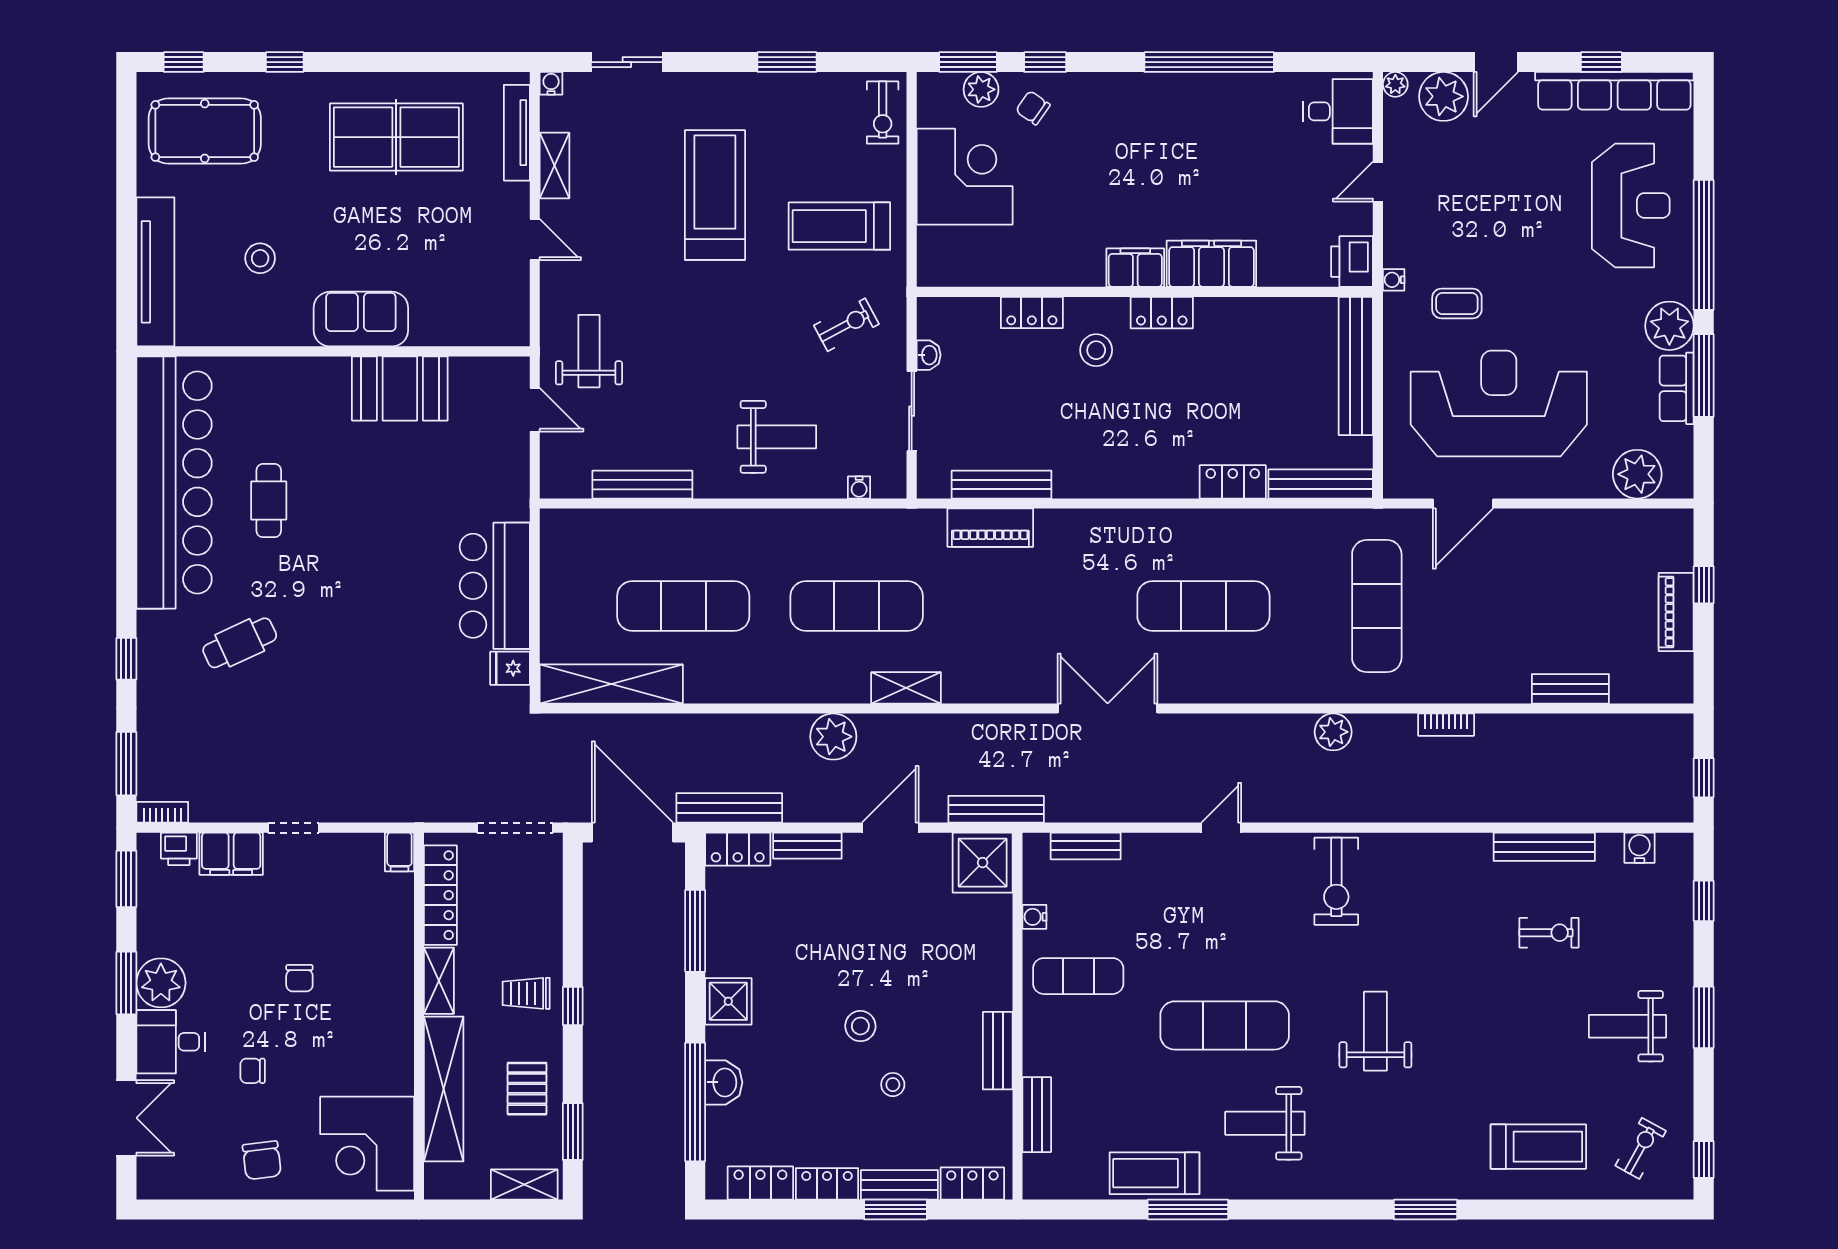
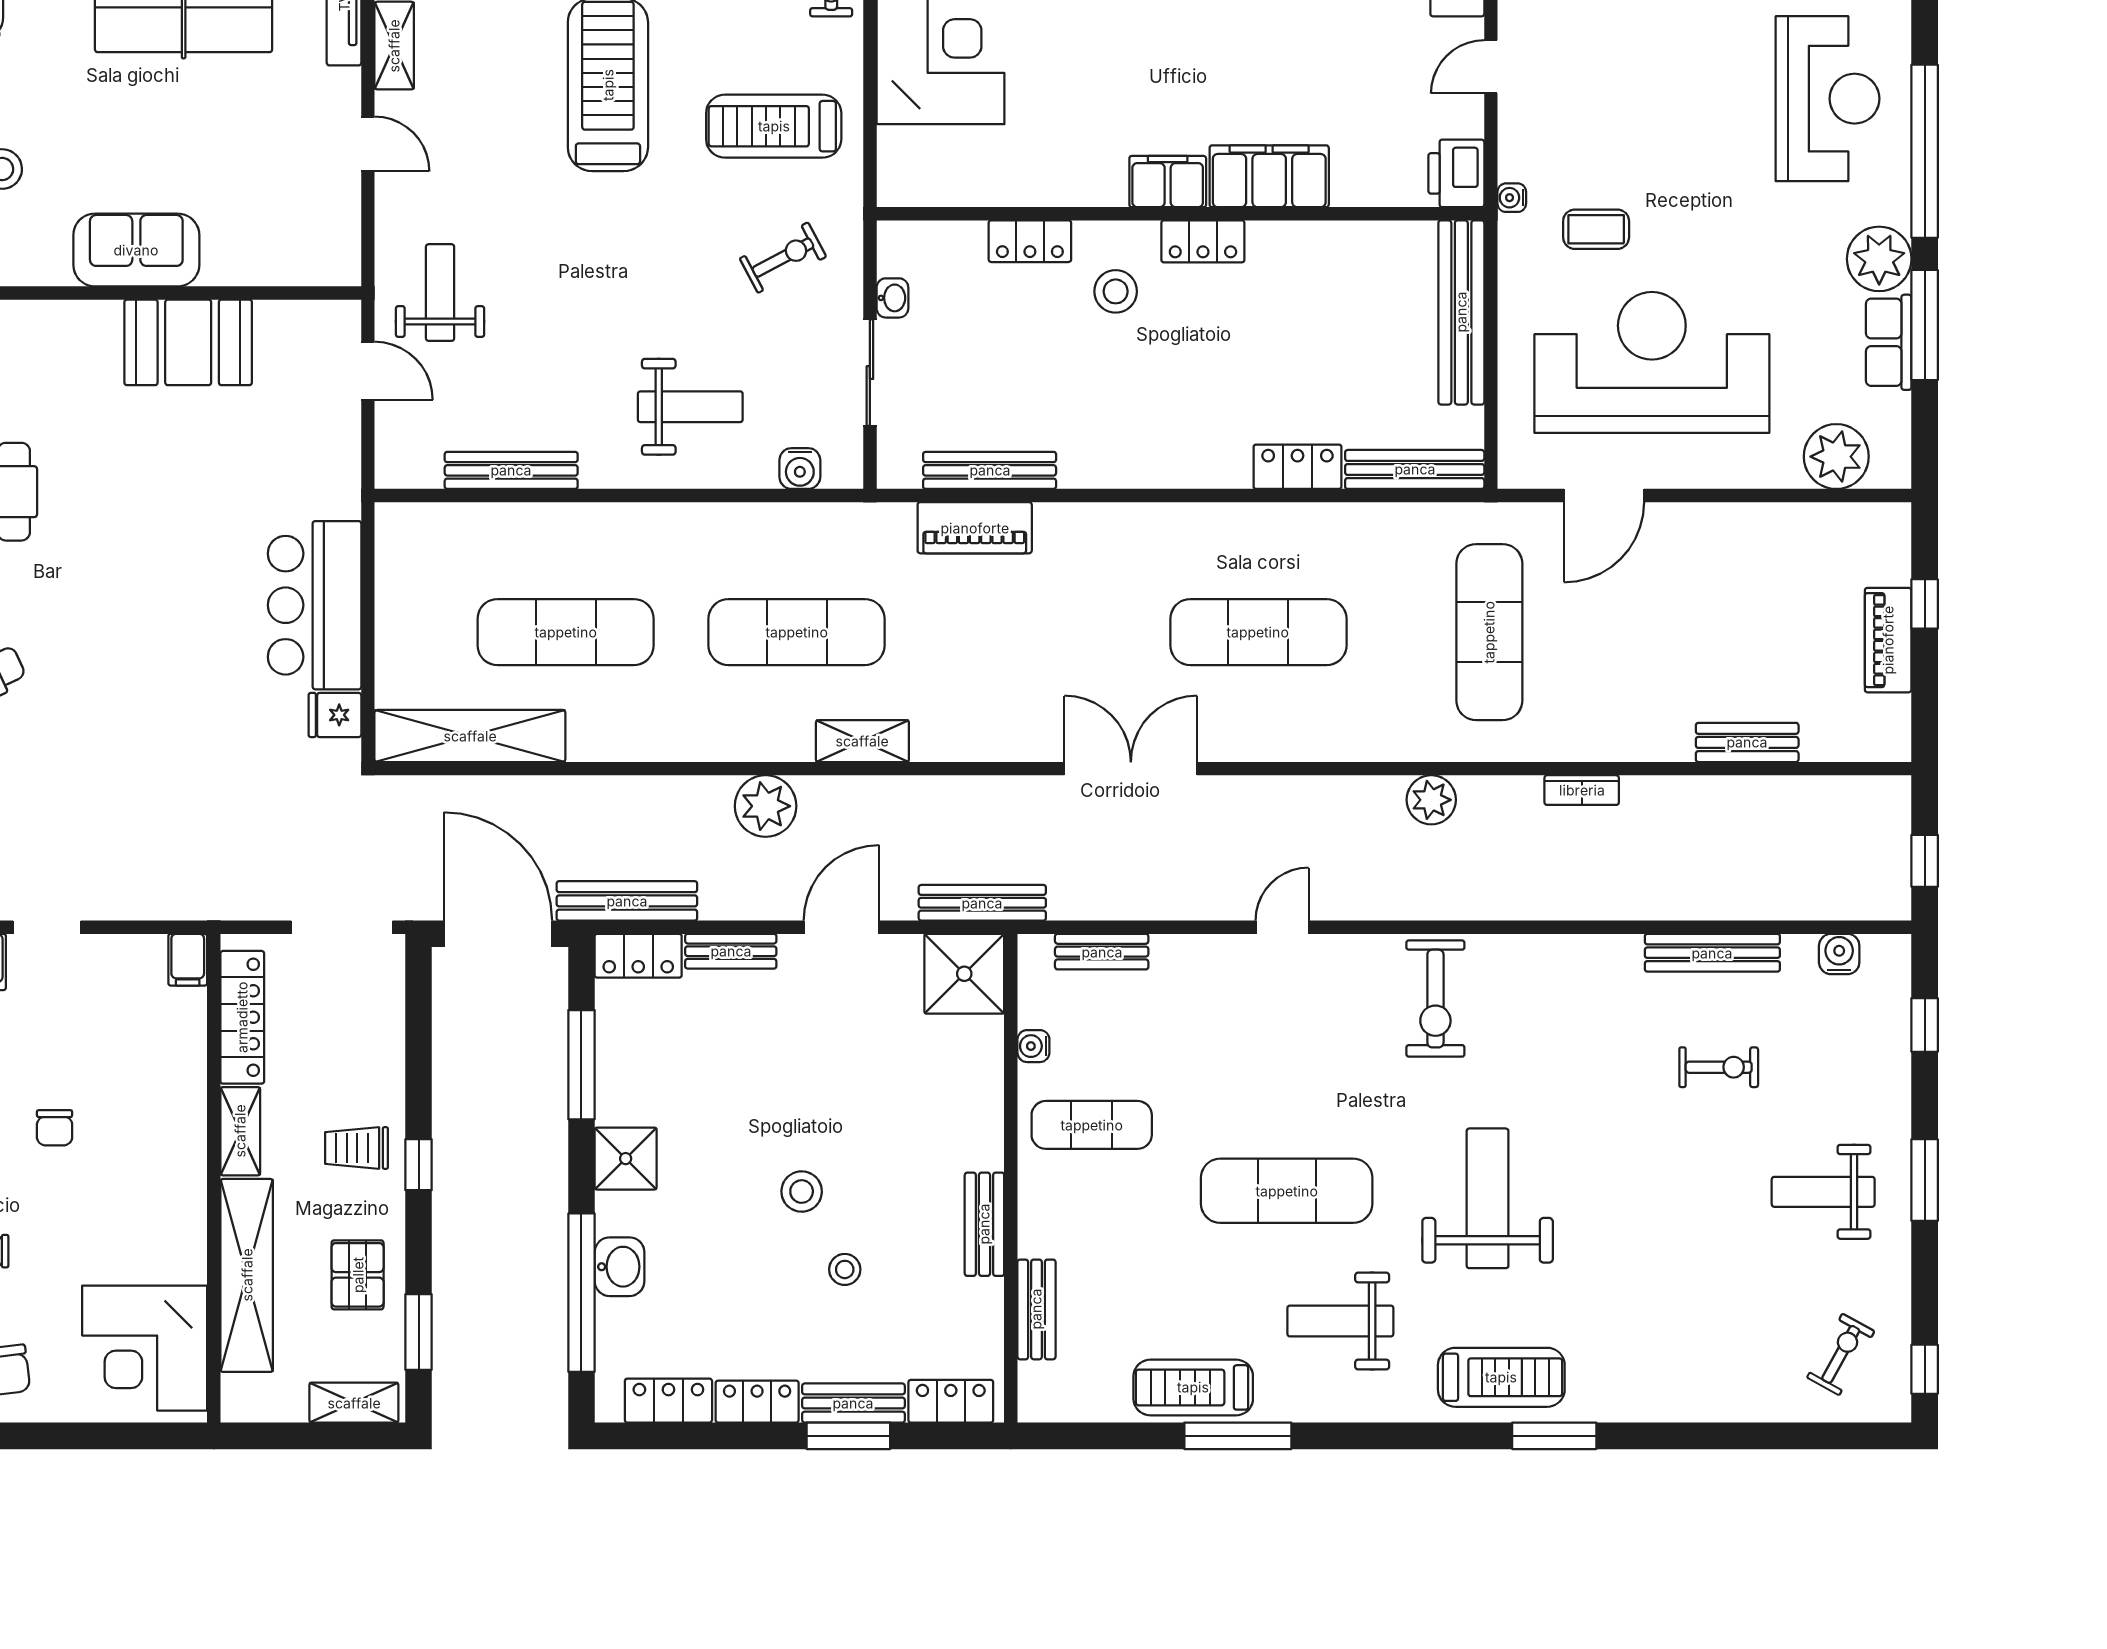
water cooler: (859, 487) -> (800, 469), width x1.38, depth x1.38
weight bench: (1375, 1031) -> (1488, 1198), width x1.36, depth x1.33
treadmill: (1538, 1147) -> (1501, 1377), moved

